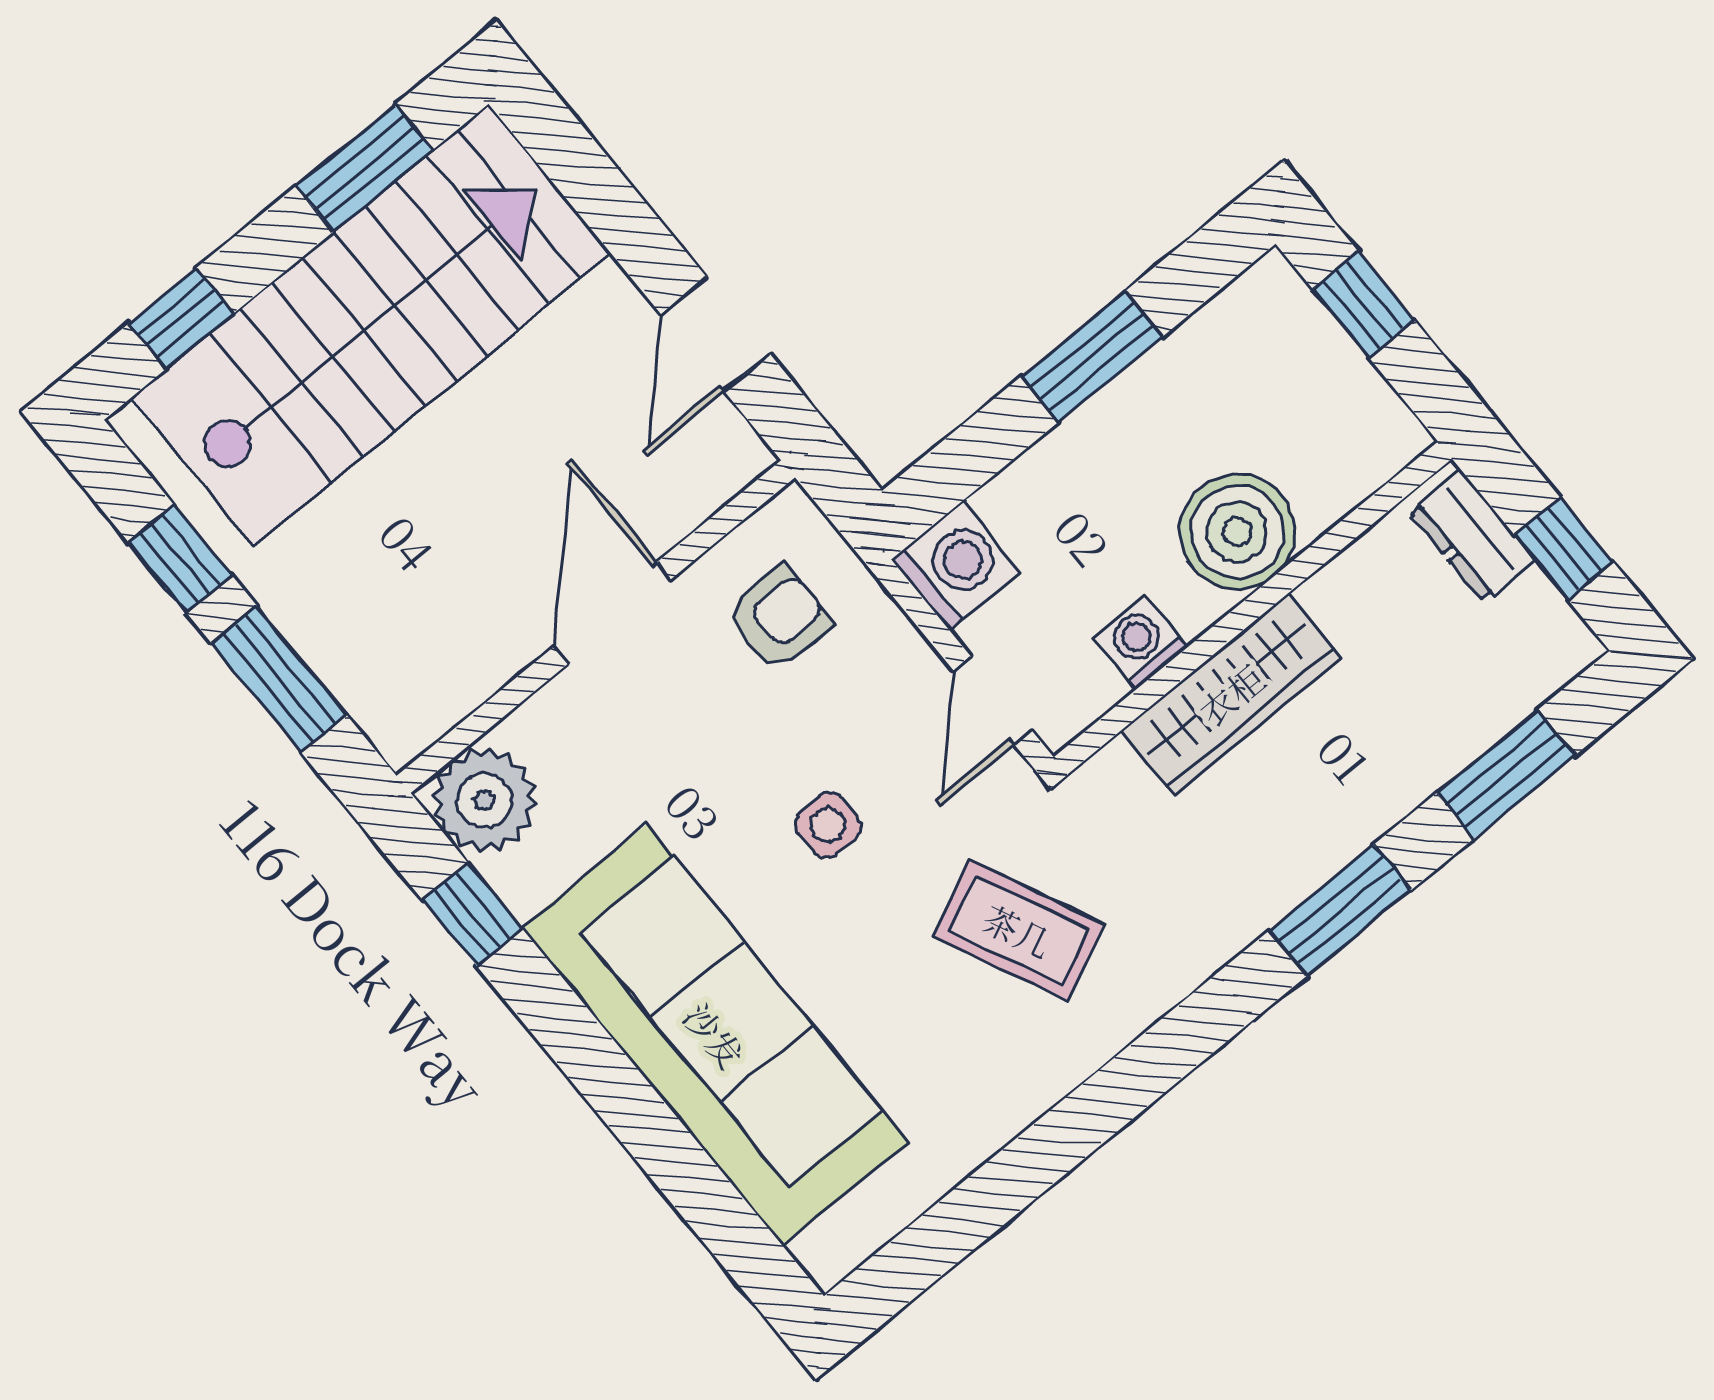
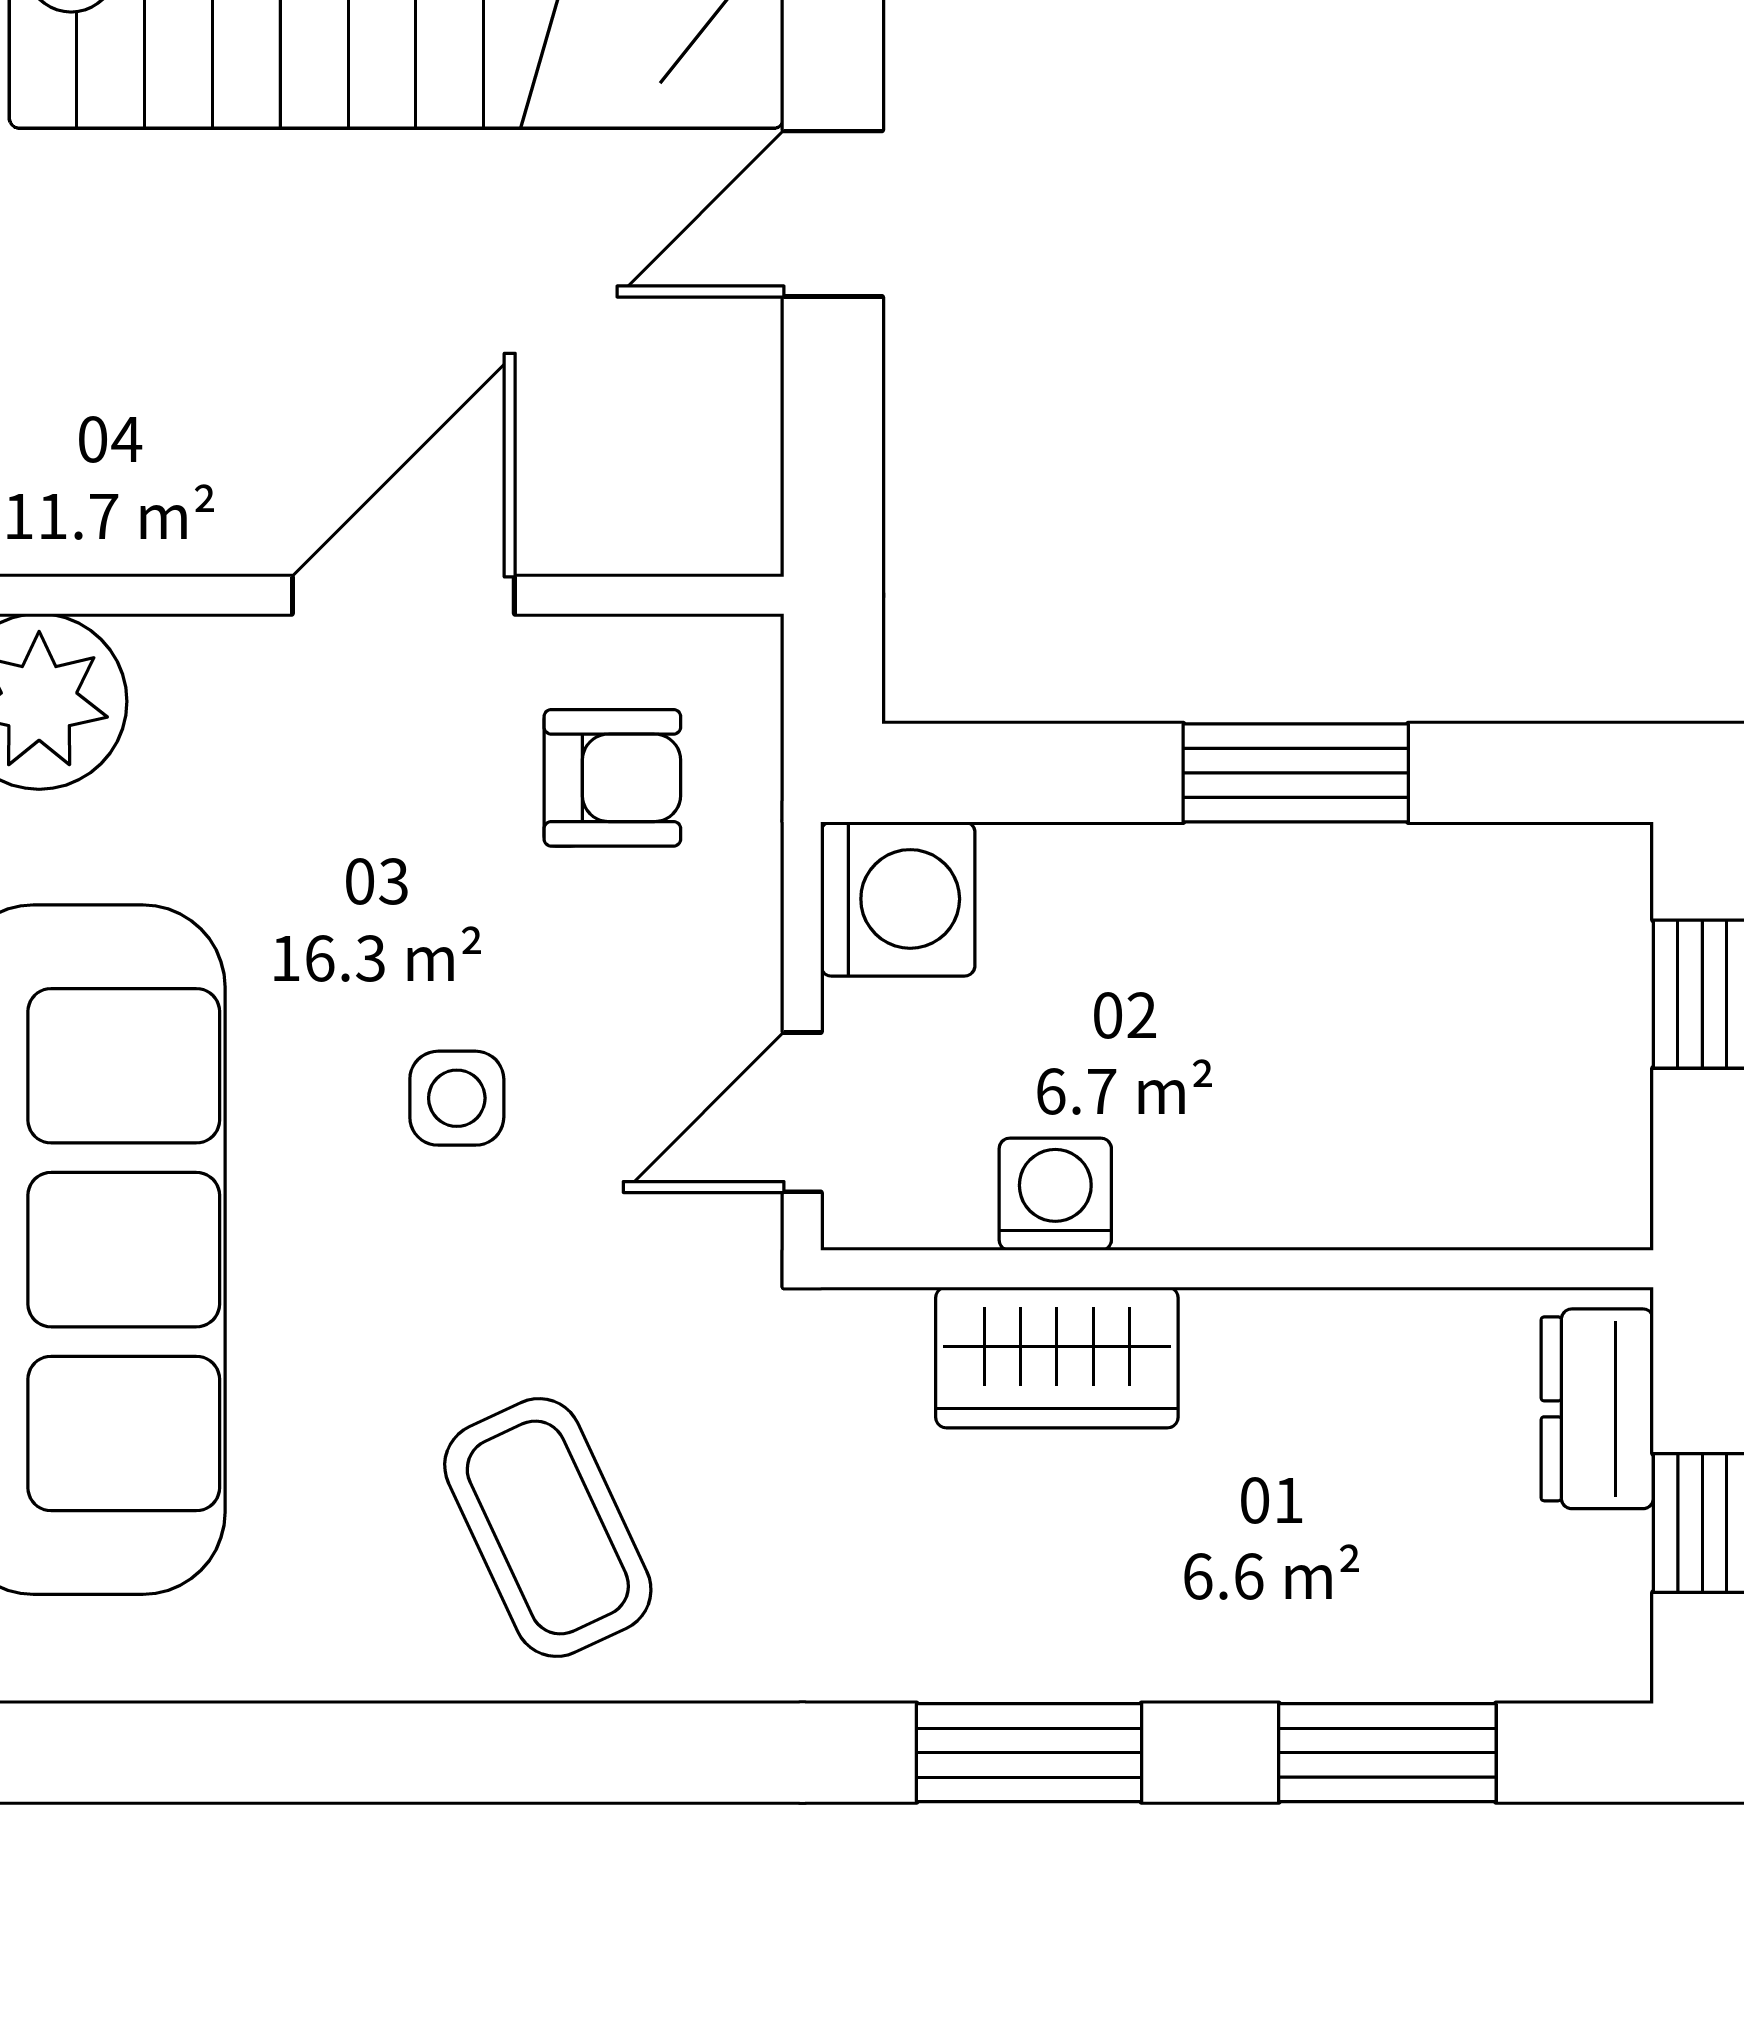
door: (715, 334) -> (833, 214), moved
boiler: (1237, 532) -> (1298, 1154), removed
wardrobe: (1231, 694) -> (1057, 1358), width x0.67
coffee table: (1018, 930) -> (548, 1527), moved

